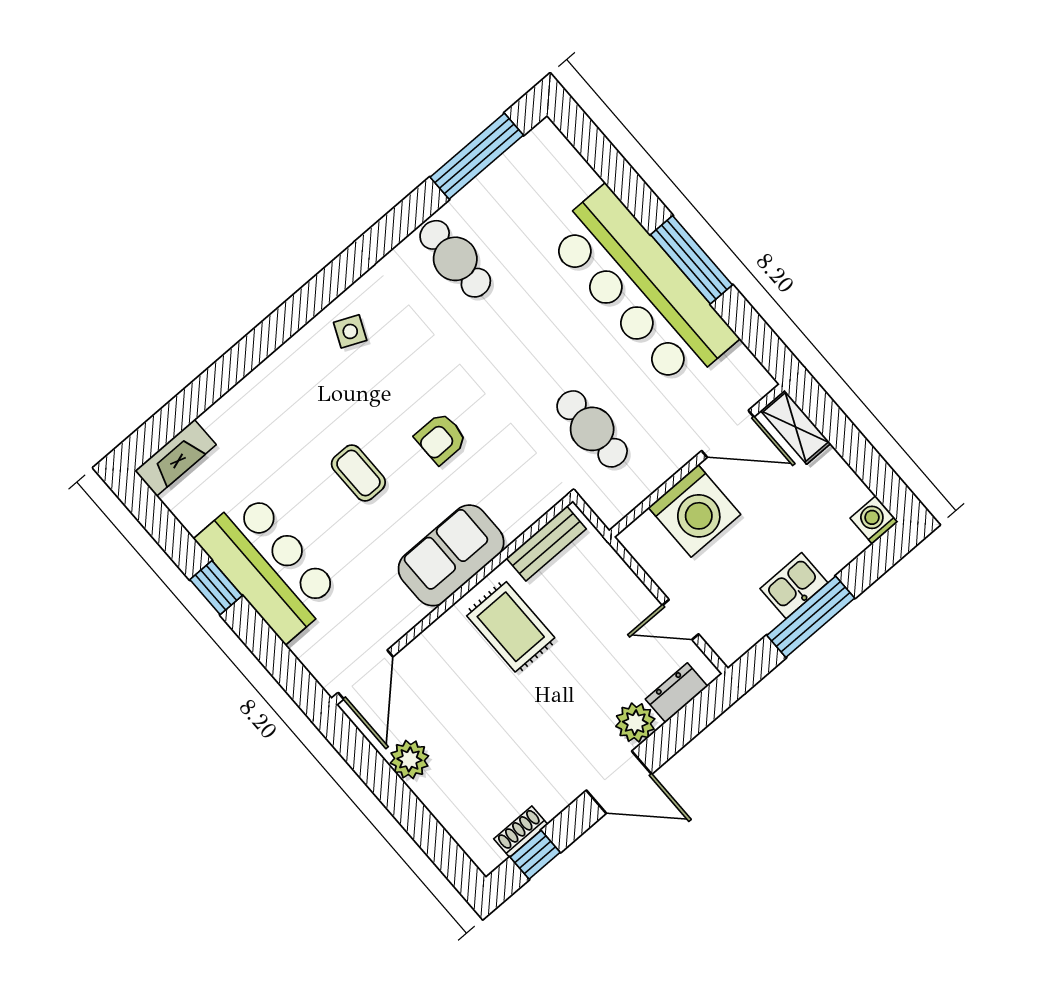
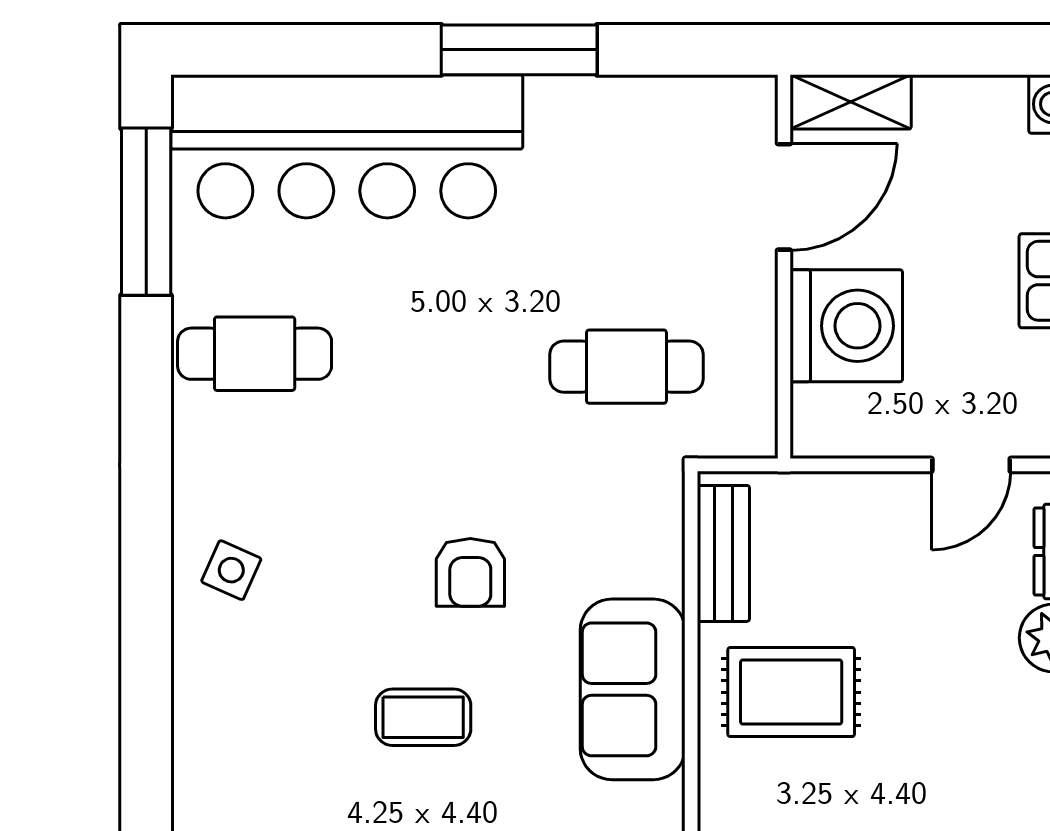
bar counter: (641, 288) -> (347, 146), moved

